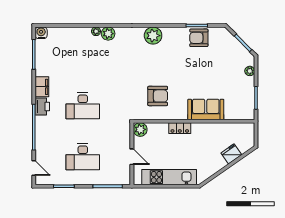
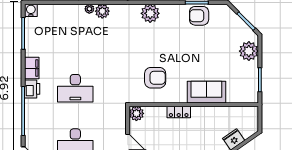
plant: (250, 71) -> (249, 51), width x1.87, depth x1.87

